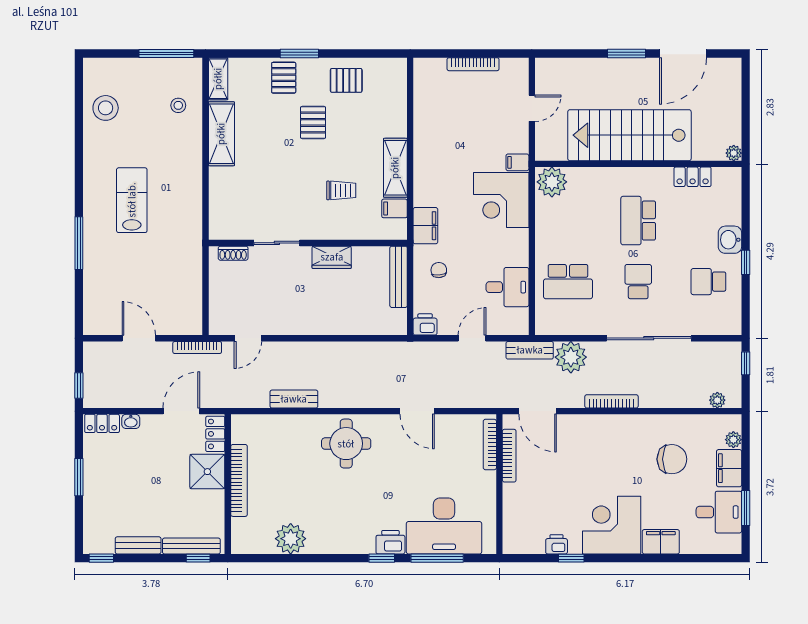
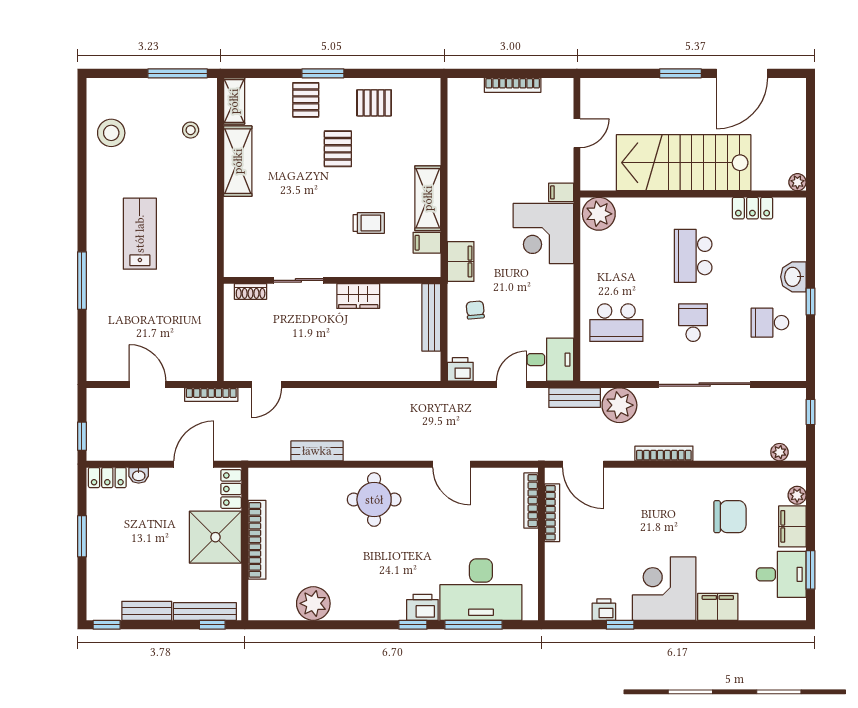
desk: (507, 287) -> (550, 360), moved
shower: (207, 472) -> (215, 537), width x1.37, depth x1.37

